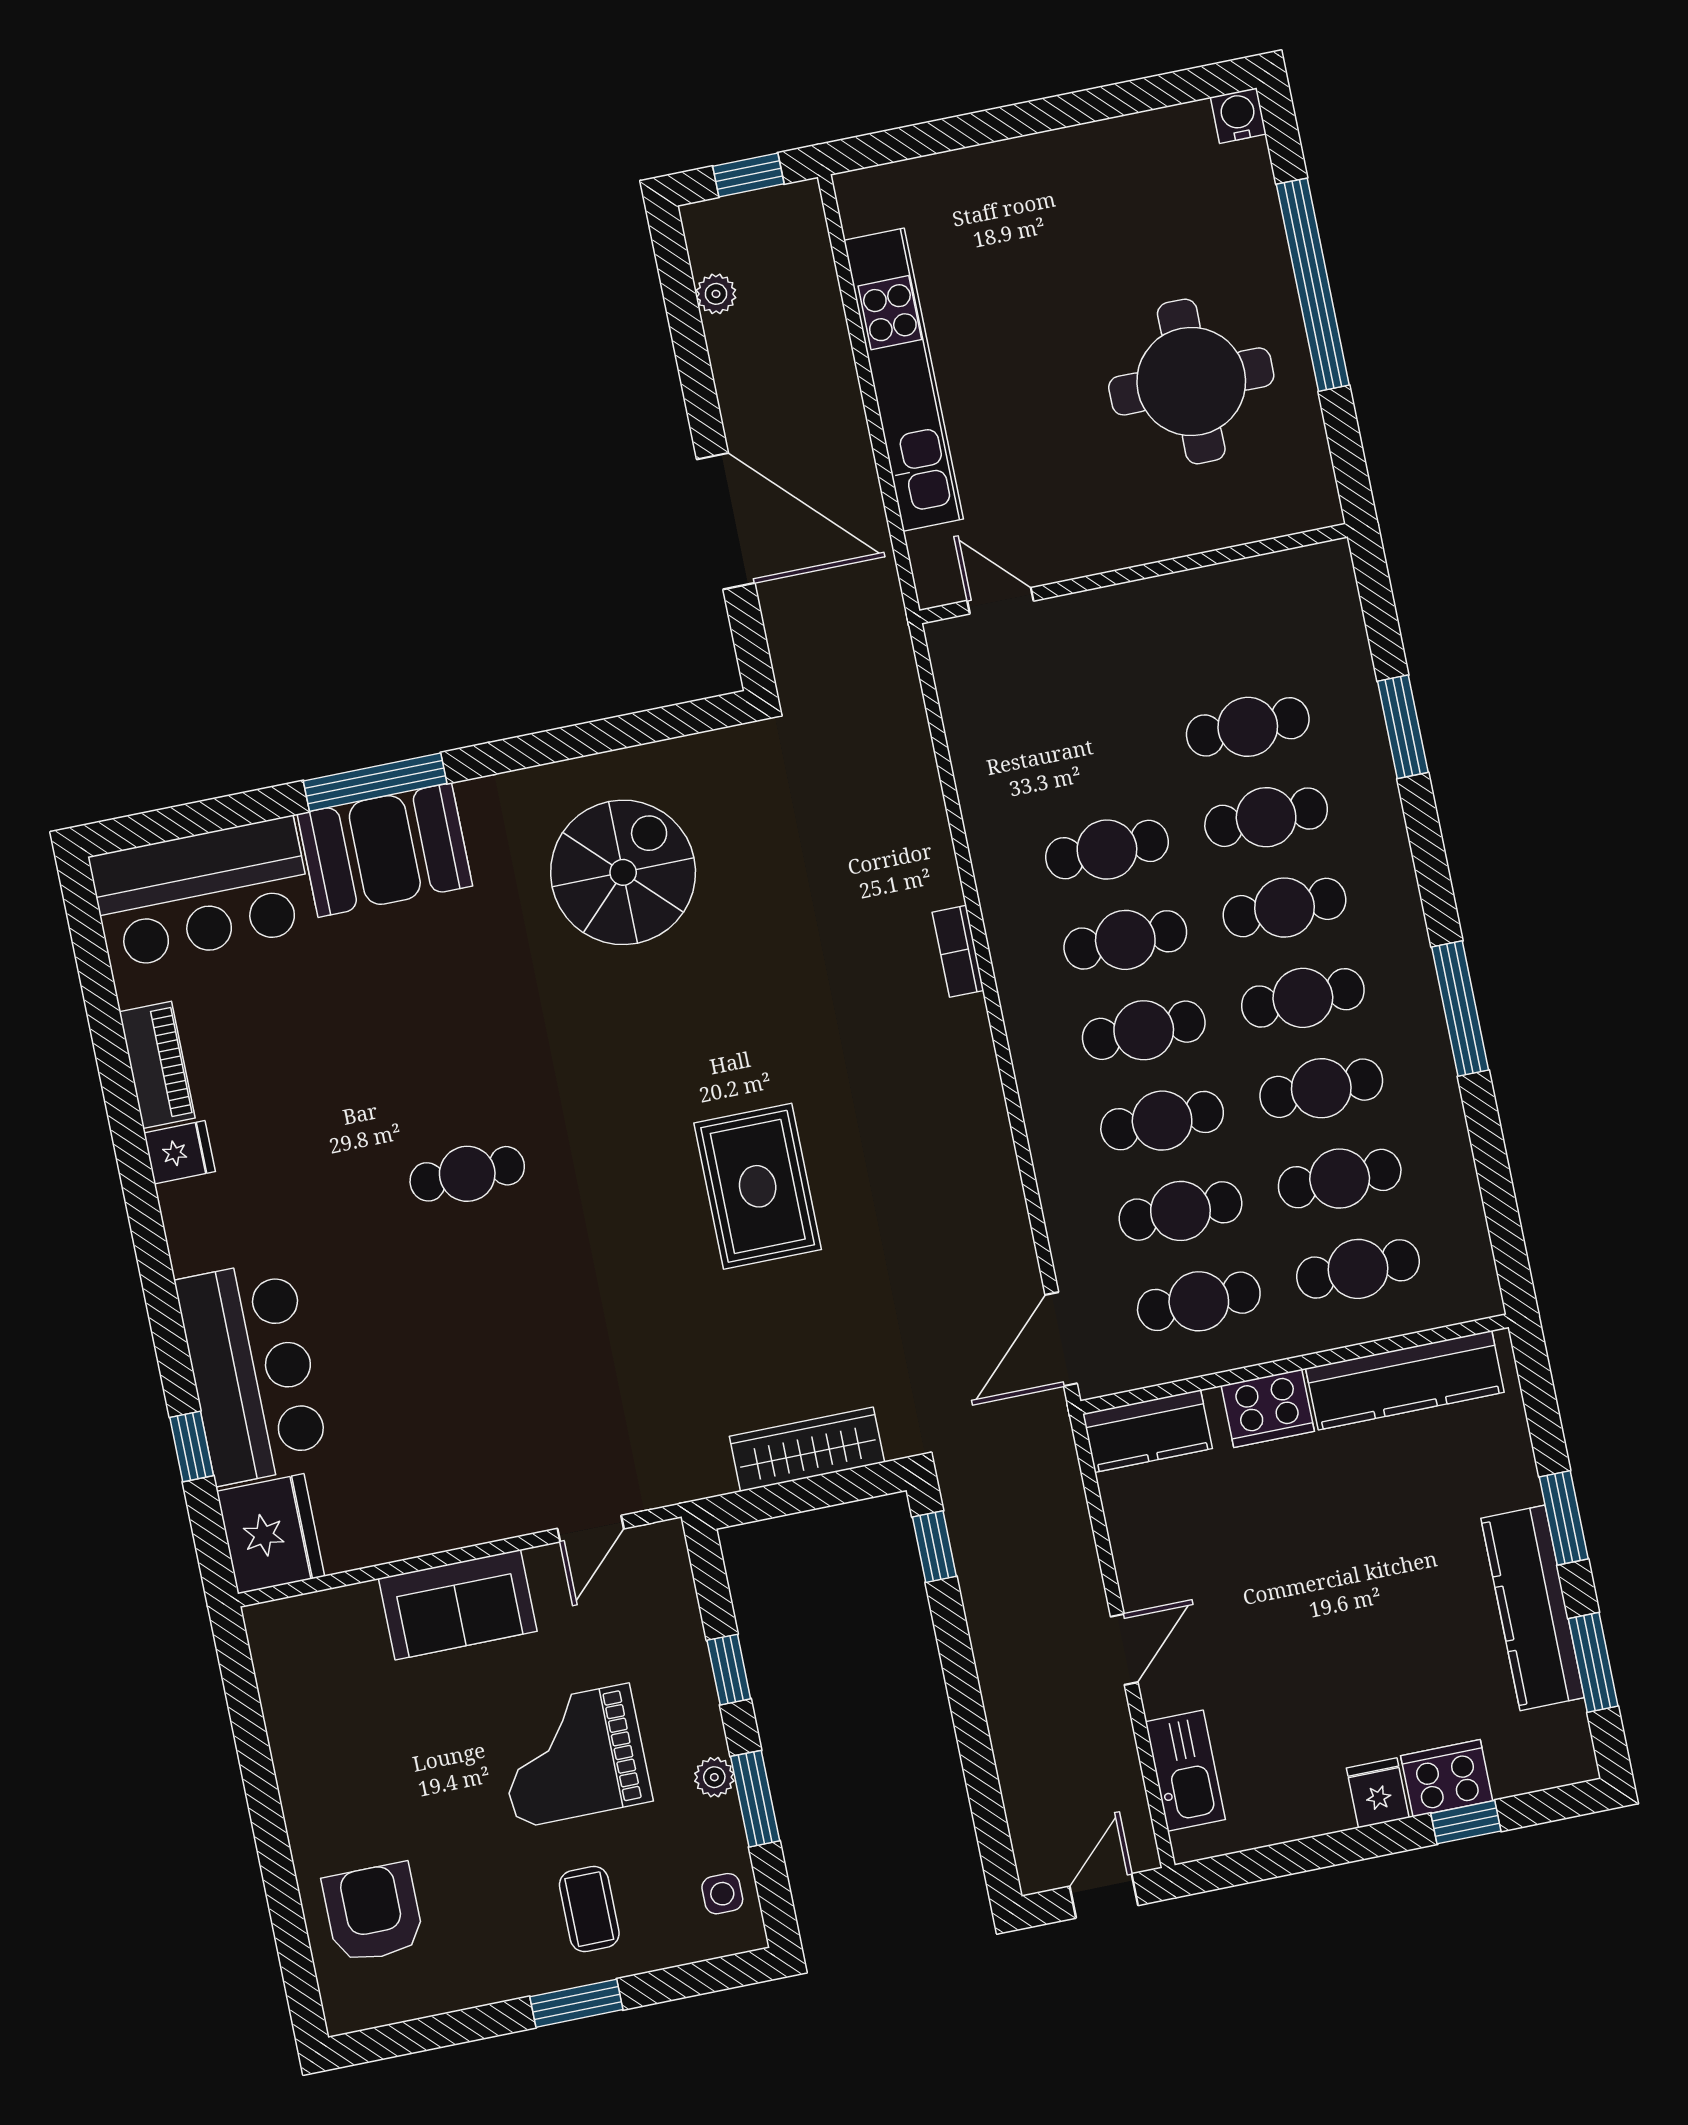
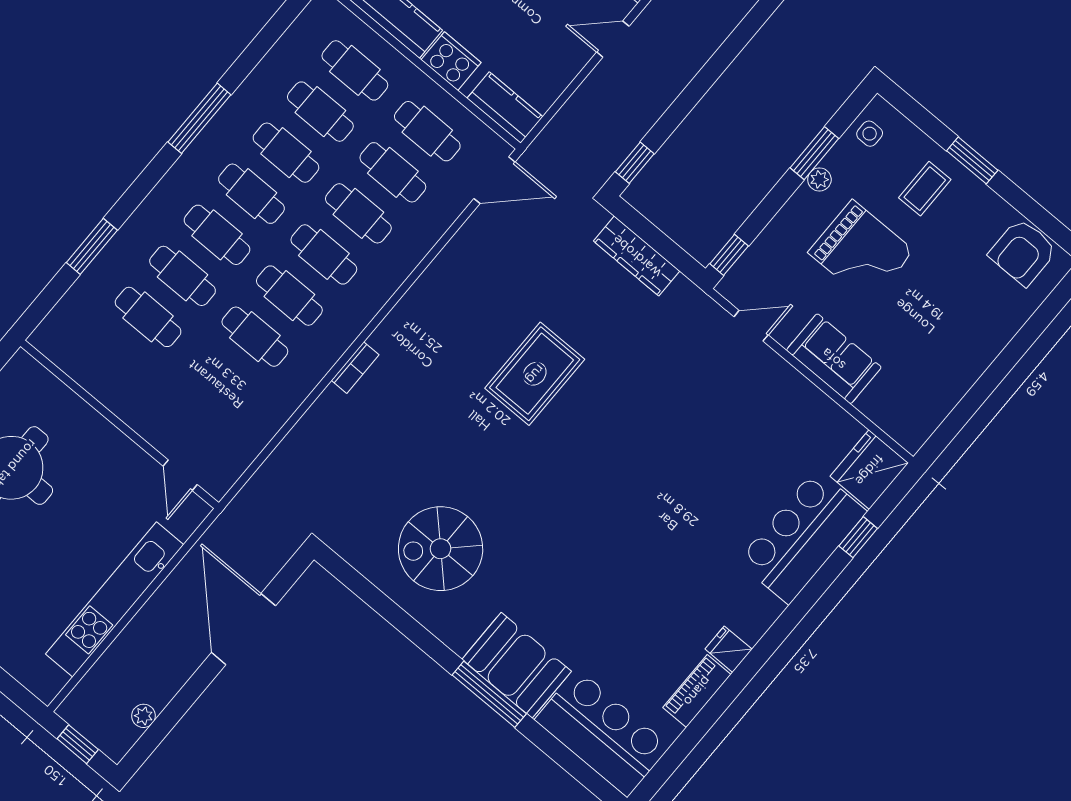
cafe table: (467, 1174) -> (634, 510), removed
window: (729, 1670) -> (729, 255), moved
armchair: (373, 1913) -> (1023, 252), moved

